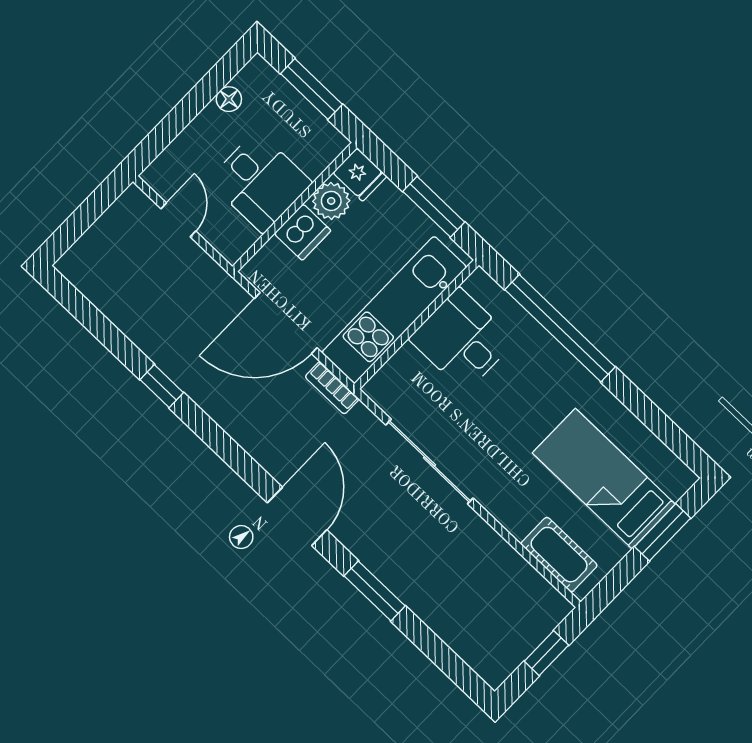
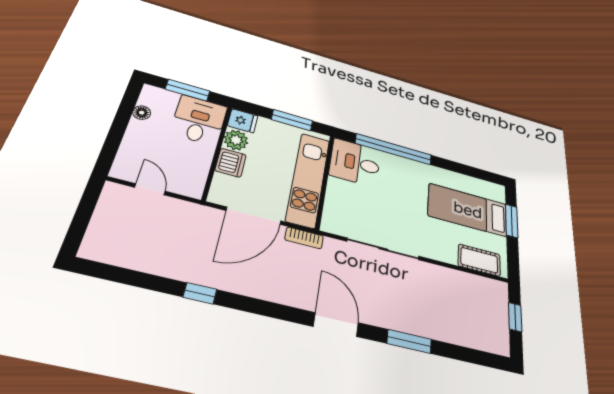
desk: (260, 182) -> (199, 120), moved, turned -90
desk: (462, 340) -> (355, 163), moved

